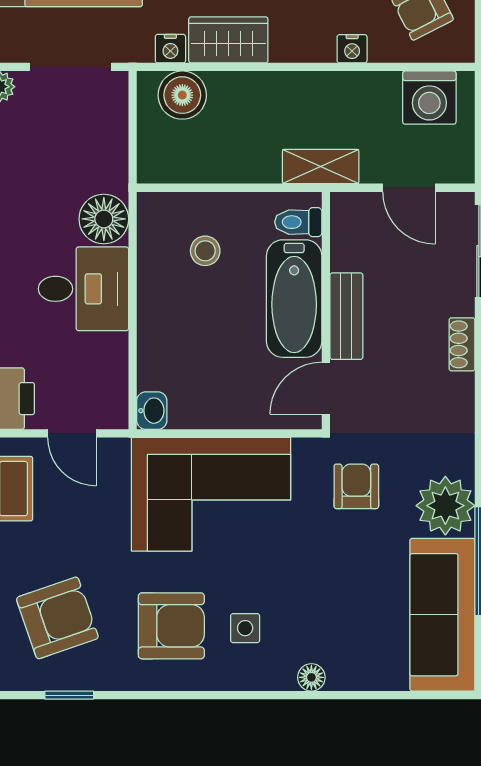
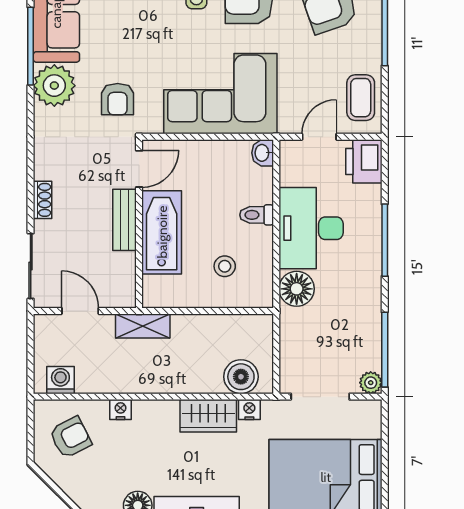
washing machine: (429, 98) -> (60, 380), width x0.73, depth x0.73
toilet: (298, 222) -> (257, 215), moved, turned 180
desk: (83, 289) -> (311, 228), width x1.37
door: (72, 433) -> (319, 137), hinge flipped

